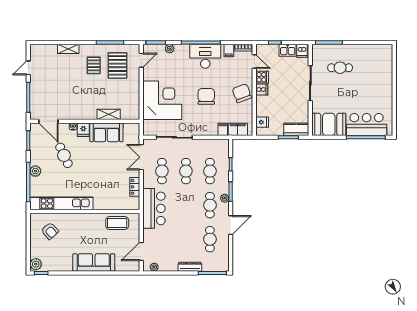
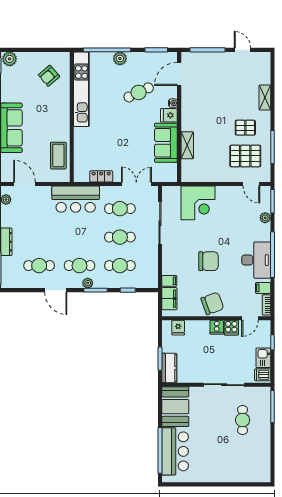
corner desk: (162, 100) -> (198, 203), width x0.74, depth x0.74

